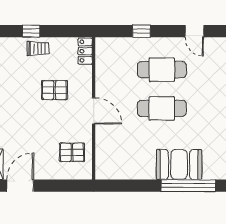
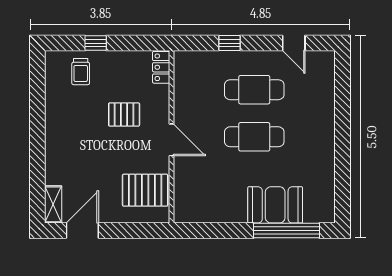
trolley: (38, 48) -> (81, 72), moved, turned 90
pallet: (72, 152) -> (145, 190), width x1.50, depth x1.42

